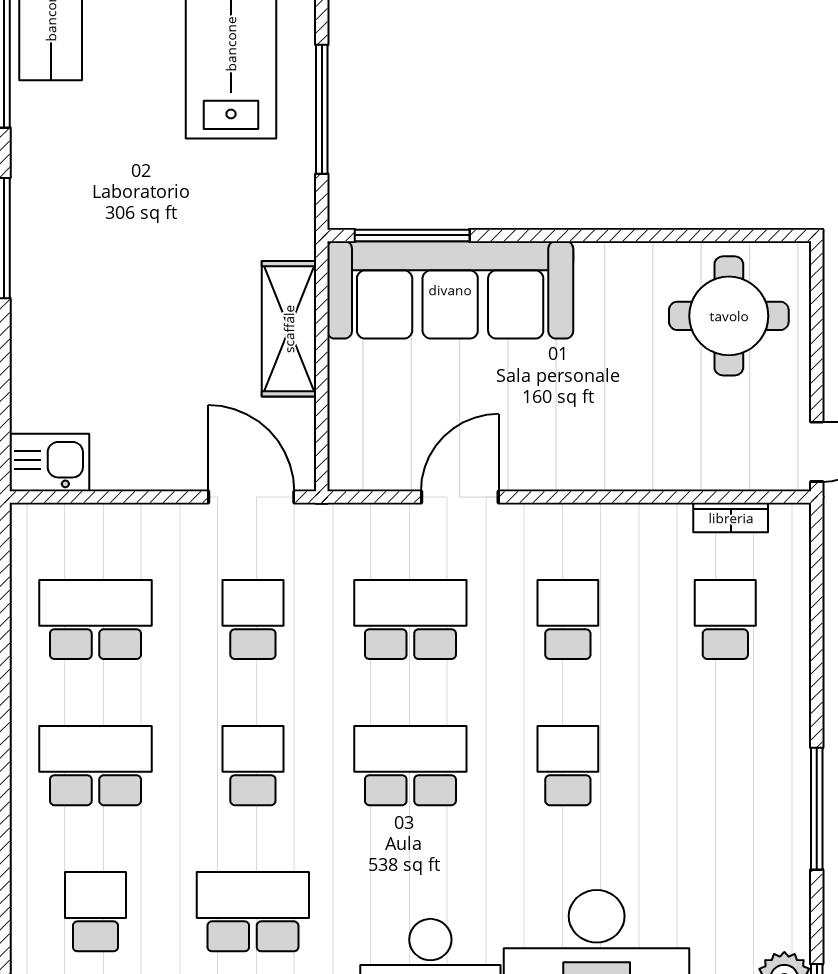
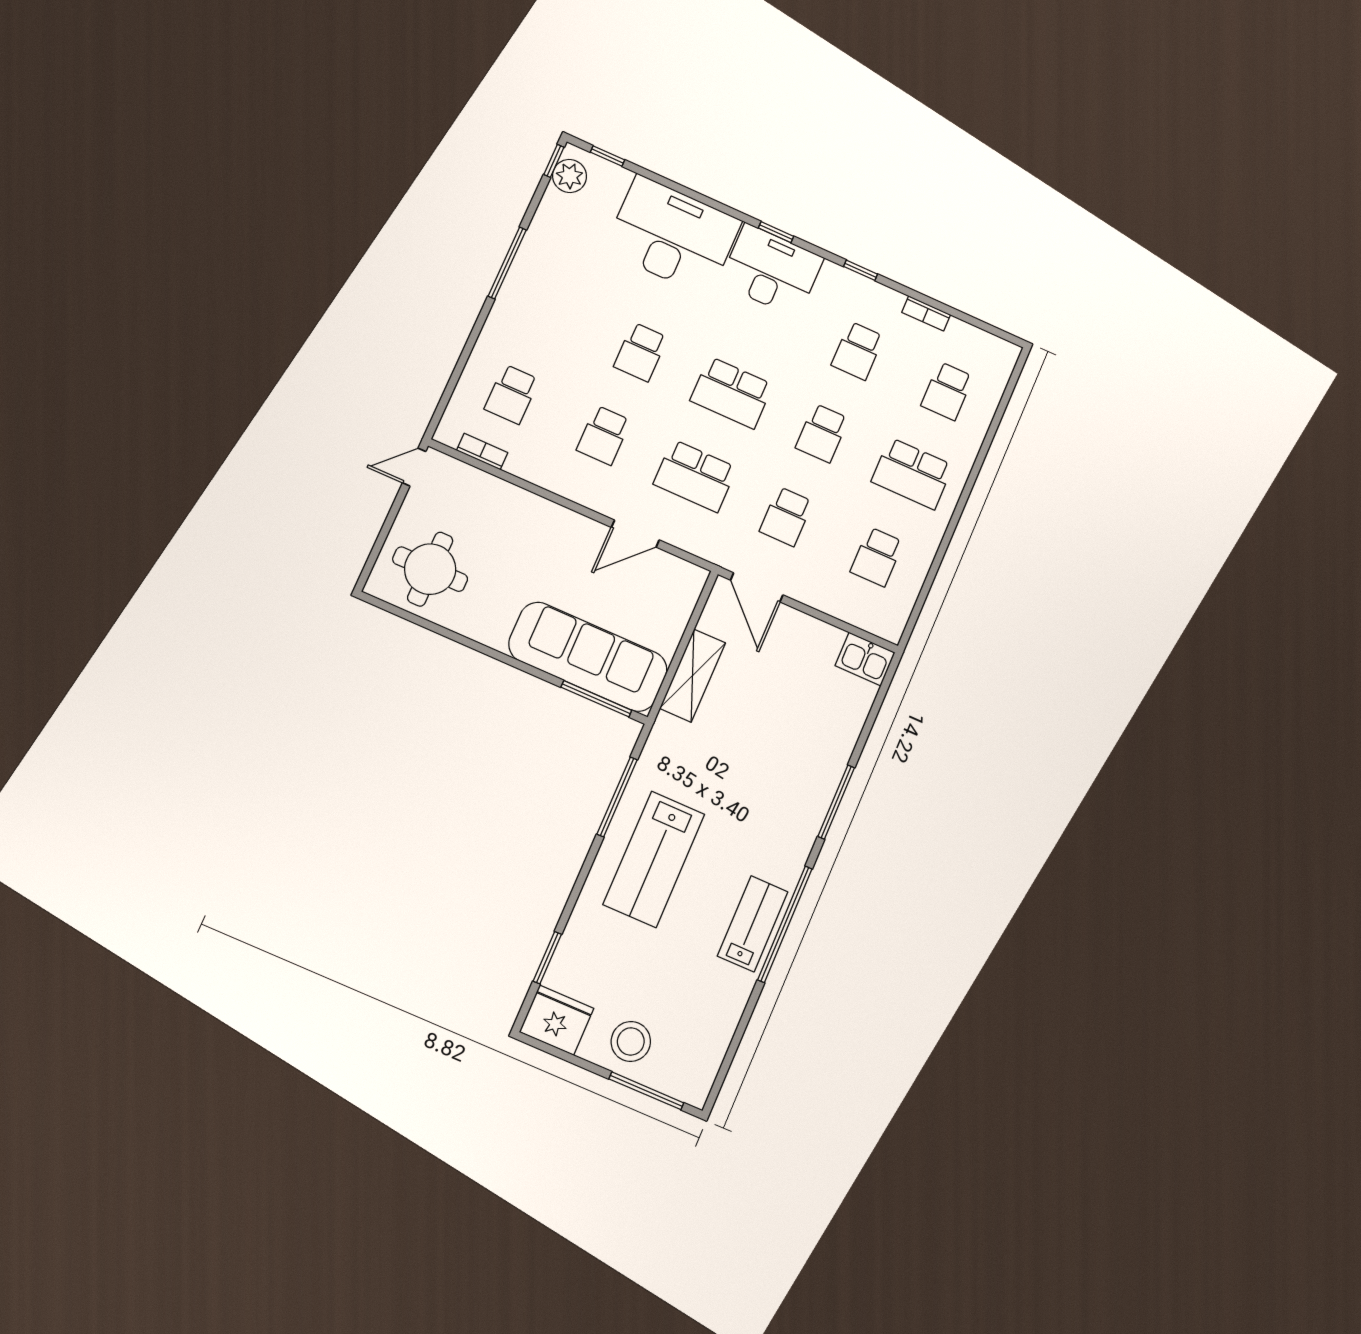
school desk: (95, 620) -> (877, 557), width x0.54
school desk: (253, 912) -> (858, 351), width x0.54

